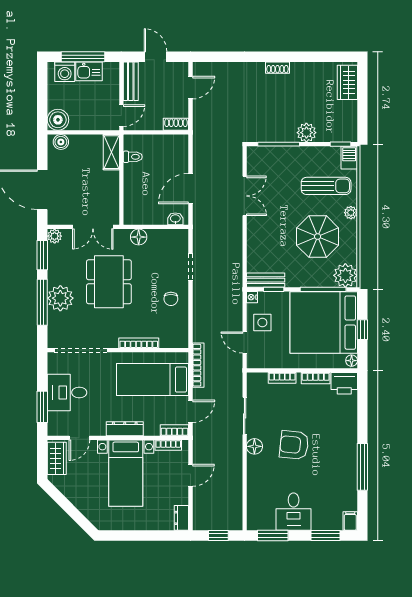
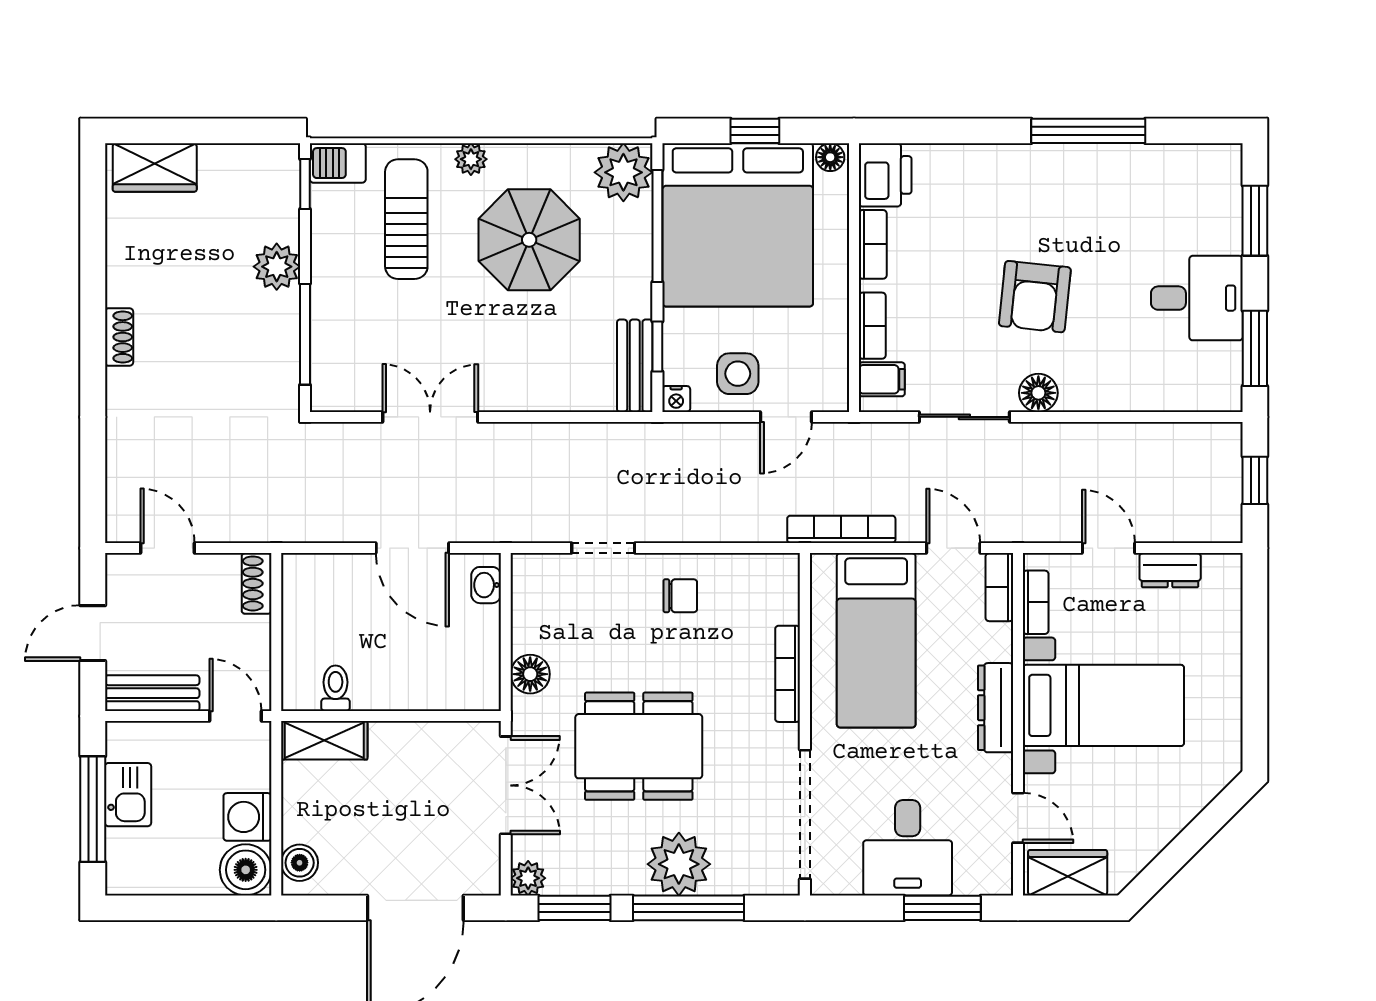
washing machine: (65, 72) -> (247, 817), moved, turned 180
dresser: (181, 518) -> (1170, 570), moved
filing cabinet: (350, 521) -> (882, 379), moved, turned 180

